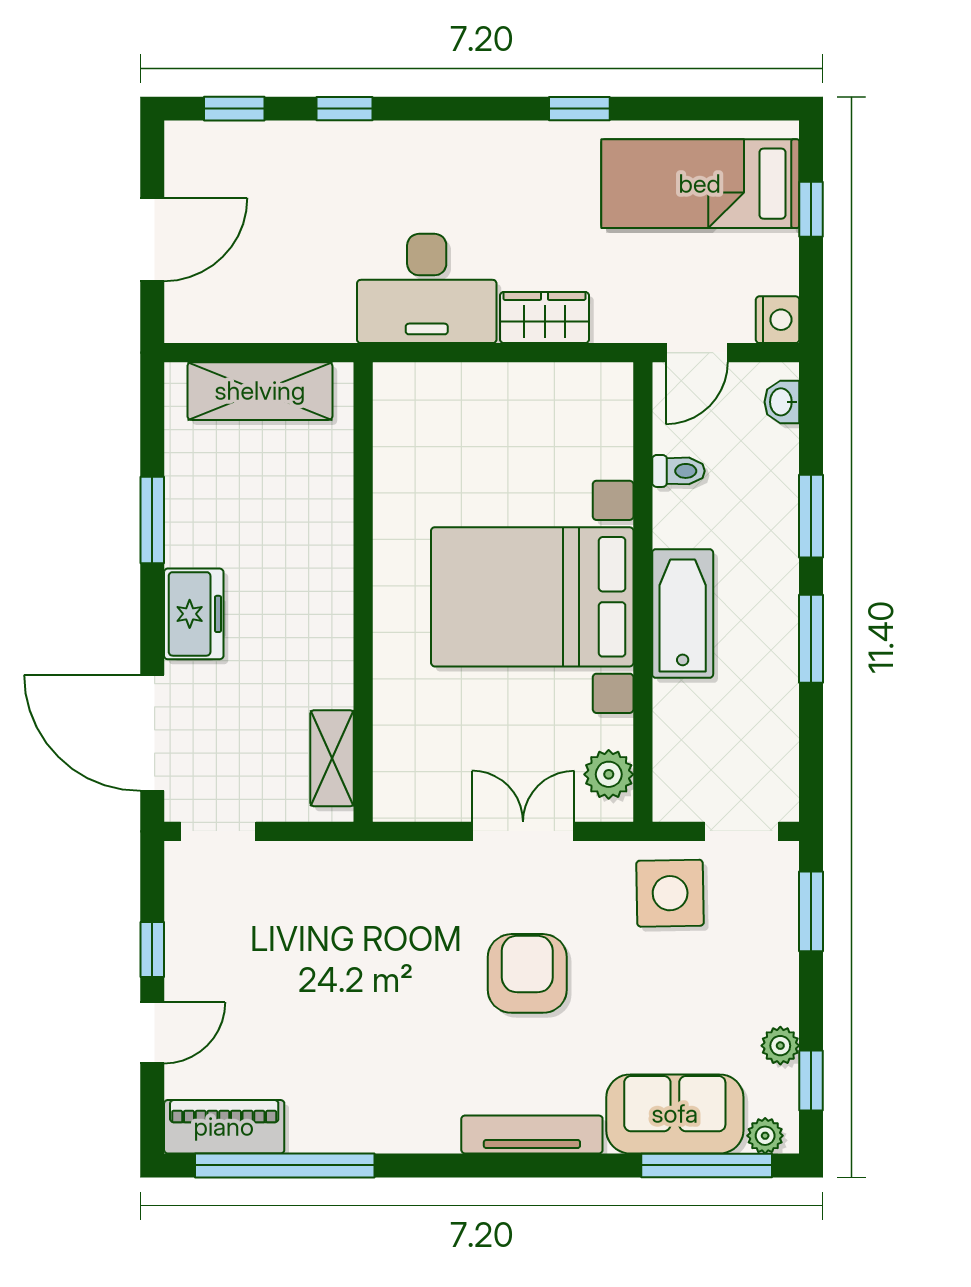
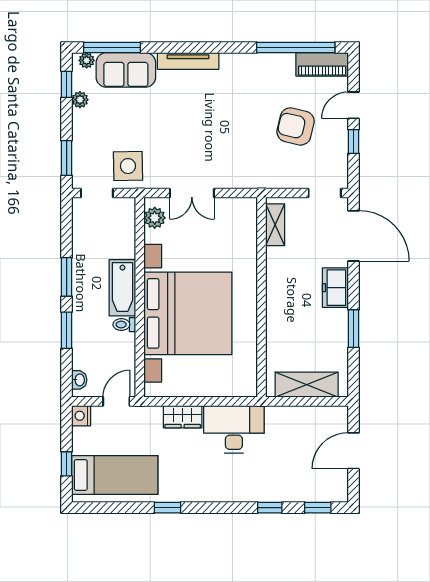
toilet: (678, 471) -> (124, 325), moved
bed with nightstands: (532, 597) -> (188, 313), width x1.36
armchair: (527, 973) -> (296, 126), moved, turned 103

